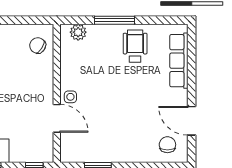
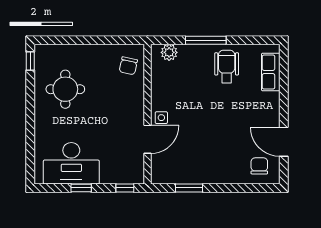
chair: (38, 45) -> (128, 66), turned -111
row of seats: (179, 61) -> (271, 72), width x0.68
door: (57, 118) -> (148, 139), hinge flipped

